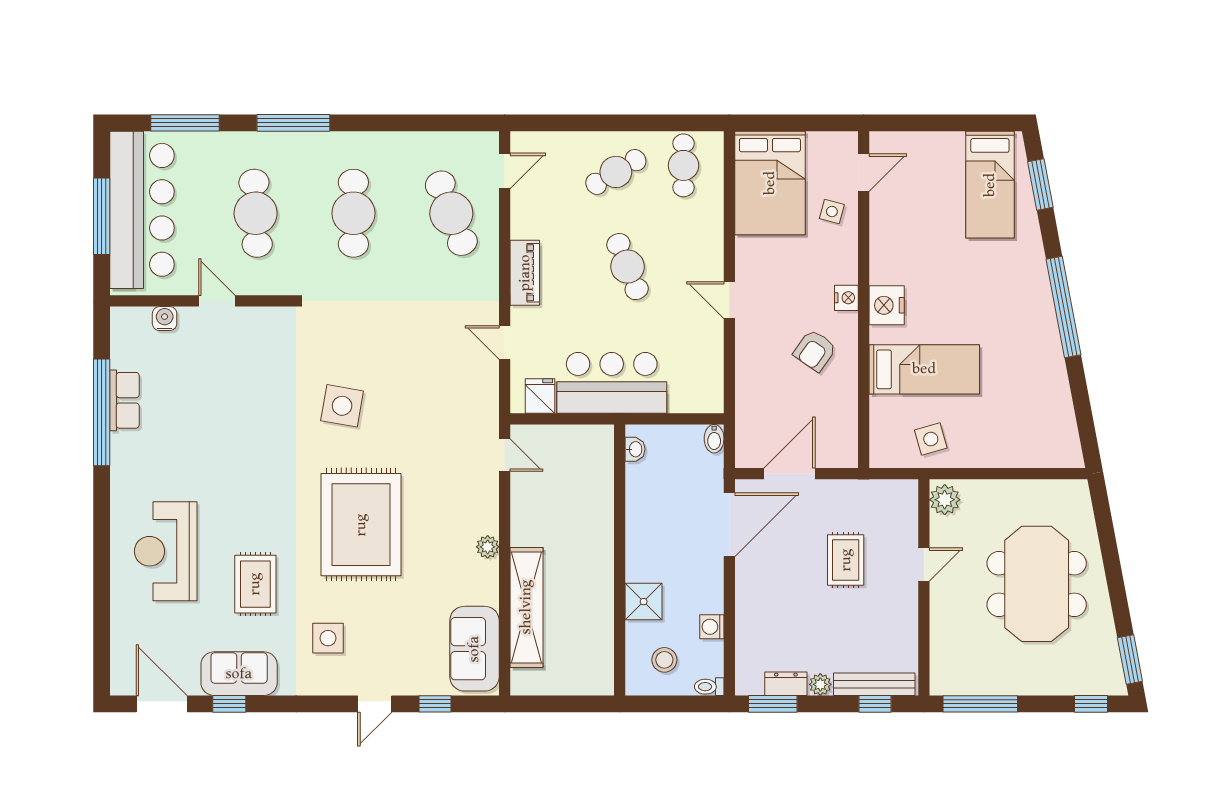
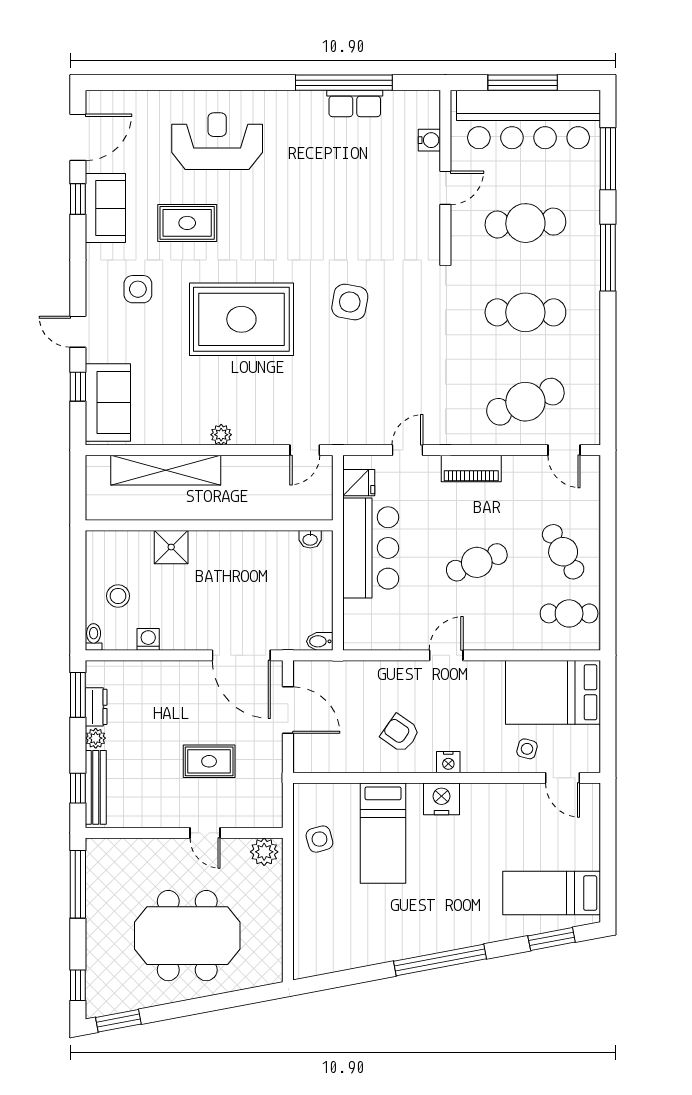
washbasin: (635, 449) -> (310, 539), moved
wall: (620, 560) -> (209, 525), moved
shower: (644, 602) -> (171, 547), moved
sofa: (474, 649) -> (108, 403), moved, turned 90

